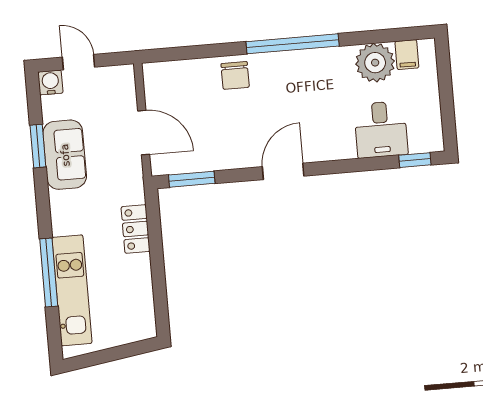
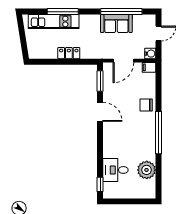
filing cabinet: (407, 55) -> (149, 67), moved
water cooler: (50, 82) -> (150, 54), moved
window: (38, 146) -> (121, 12), width x2.11
door: (283, 171) -> (100, 112), moved
locker: (136, 229) -> (69, 53), moved

